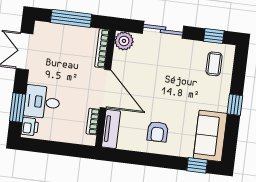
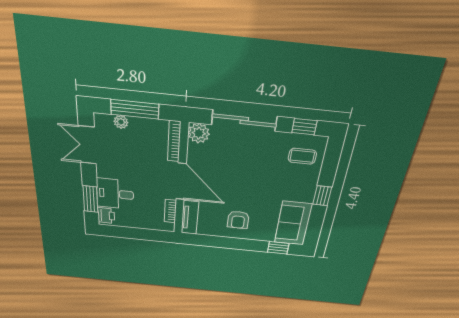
plant: (58, 30) -> (121, 122), added
sliding door: (163, 30) -> (244, 121), width x1.37
coffee table: (214, 64) -> (302, 156), turned 90

